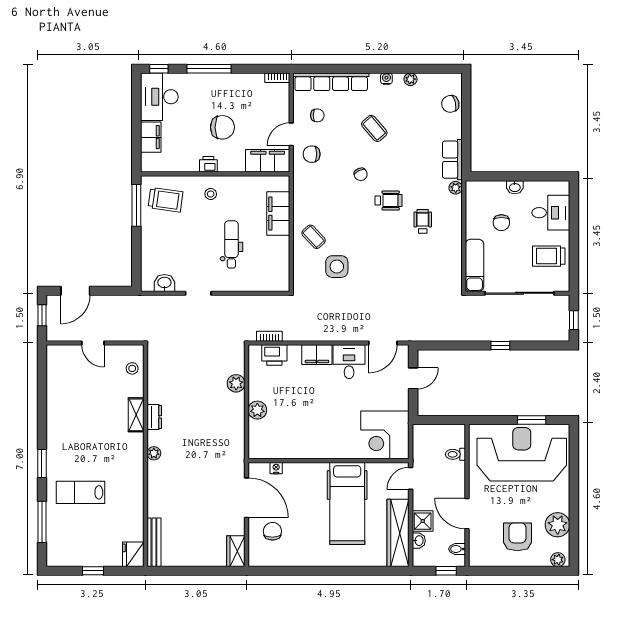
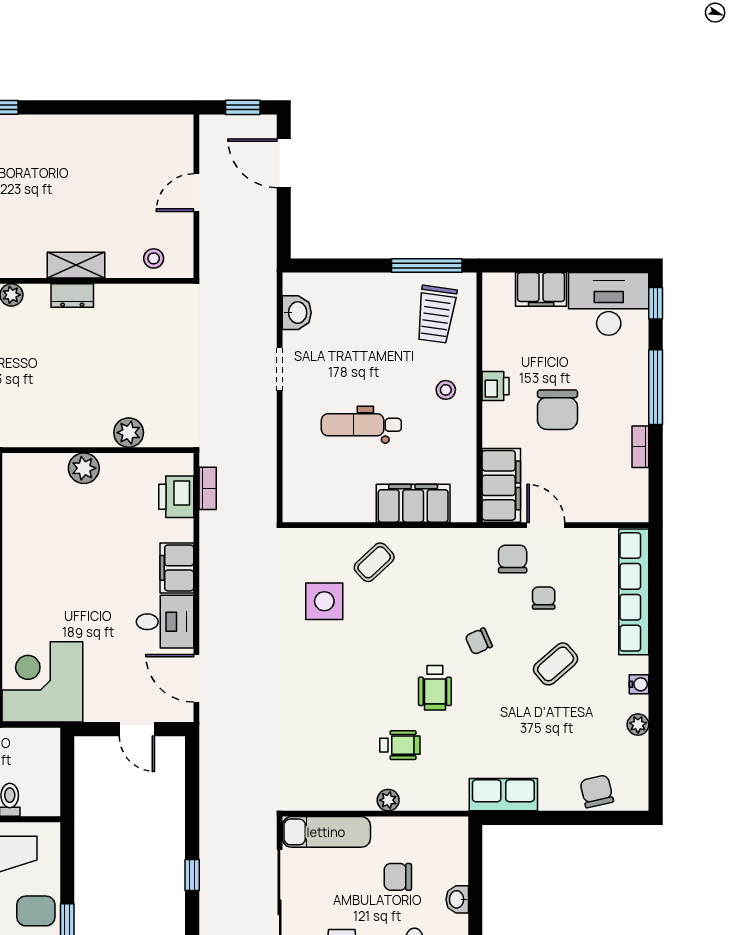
bookcase: (277, 78) -> (640, 447), moved
chair: (317, 115) -> (544, 598), moved, turned 180
plant: (456, 188) -> (388, 800), moved
dental chair: (231, 244) -> (361, 425), turned 180

